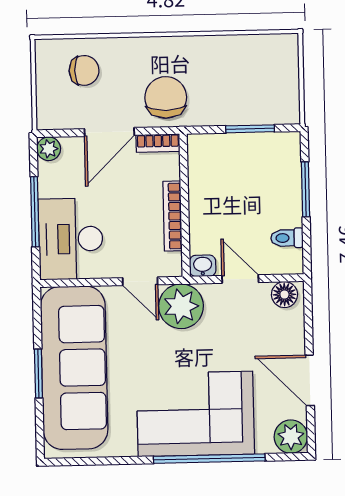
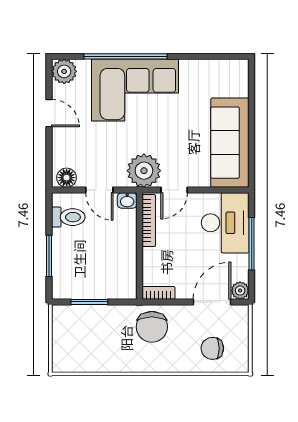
door: (109, 132) -> (212, 302), moved
bookcase: (172, 216) -> (149, 221), moved
toilet: (287, 238) -> (68, 217), width x1.37, depth x1.39
door: (140, 281) -> (174, 190), swing flipped
sofa: (74, 368) -> (230, 143), width x0.74, depth x0.79
window: (38, 373) -> (252, 123), removed
door: (310, 380) -> (49, 113), width x0.73

